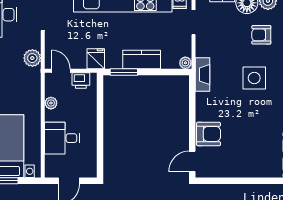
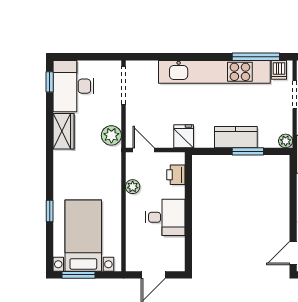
window: (124, 72) -> (248, 151), moved
printer: (81, 81) -> (176, 175), moved, turned 90
desk: (62, 138) -> (165, 217), moved, turned 180

